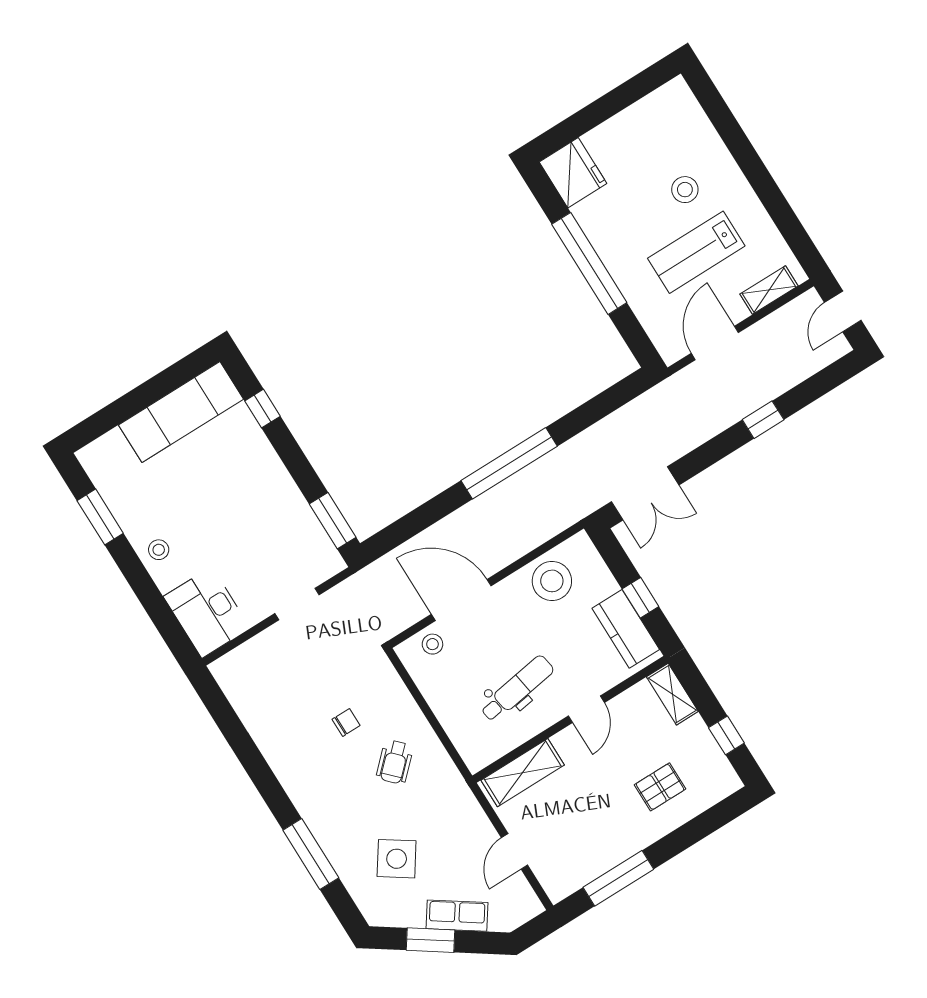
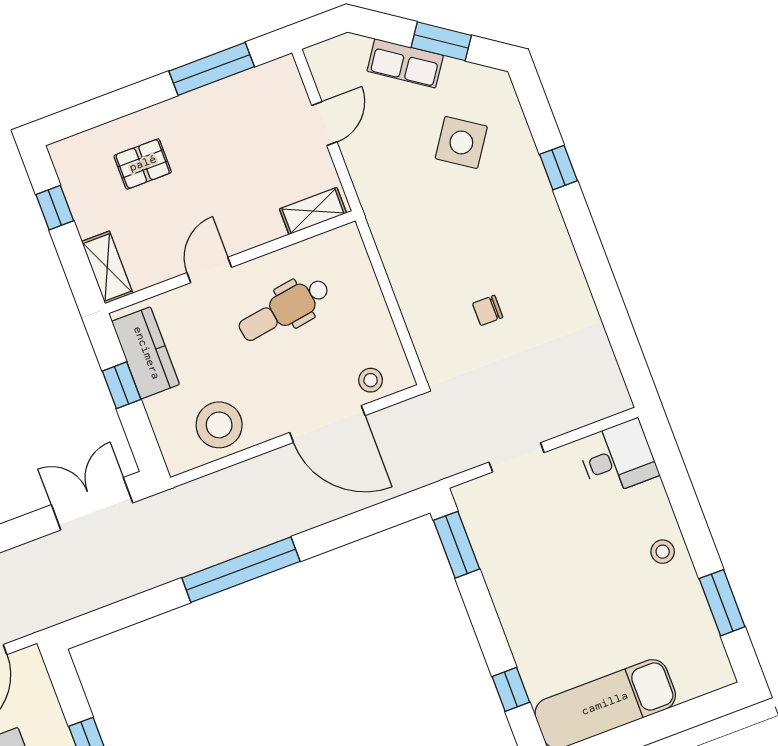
desk: (207, 612) -> (618, 458), width x0.73
wheelchair: (395, 762) -> (441, 254), removed
shelving: (523, 773) -> (313, 211), width x0.67, depth x0.75
window: (311, 854) -> (559, 168), width x0.46

